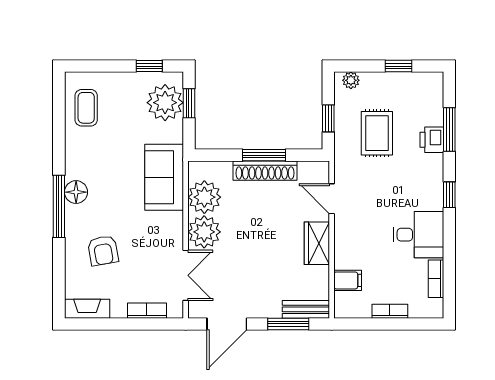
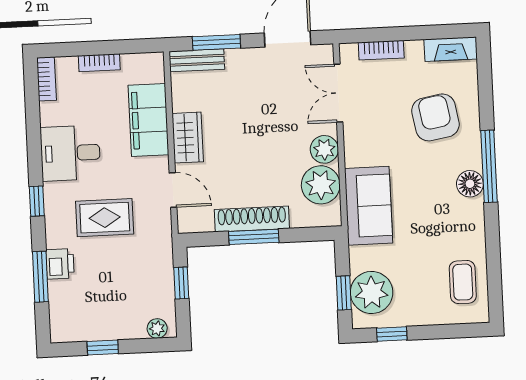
rug: (377, 133) -> (105, 218), moved, turned 90
plant: (204, 232) -> (324, 149), width x0.73, depth x0.73
armchair: (103, 250) -> (435, 117), width x1.38, depth x1.38
bookcase: (436, 279) -> (46, 79), moved
filing cabinet: (348, 280) -> (148, 120), width x3.00, depth x1.17

